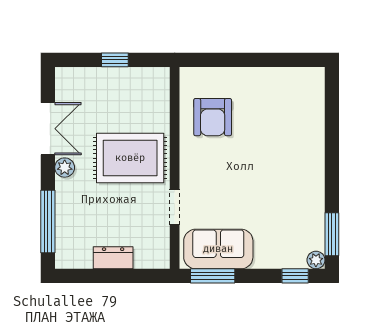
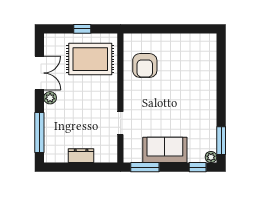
rug: (130, 158) -> (90, 59), moved
sofa: (218, 249) -> (165, 150), moved

